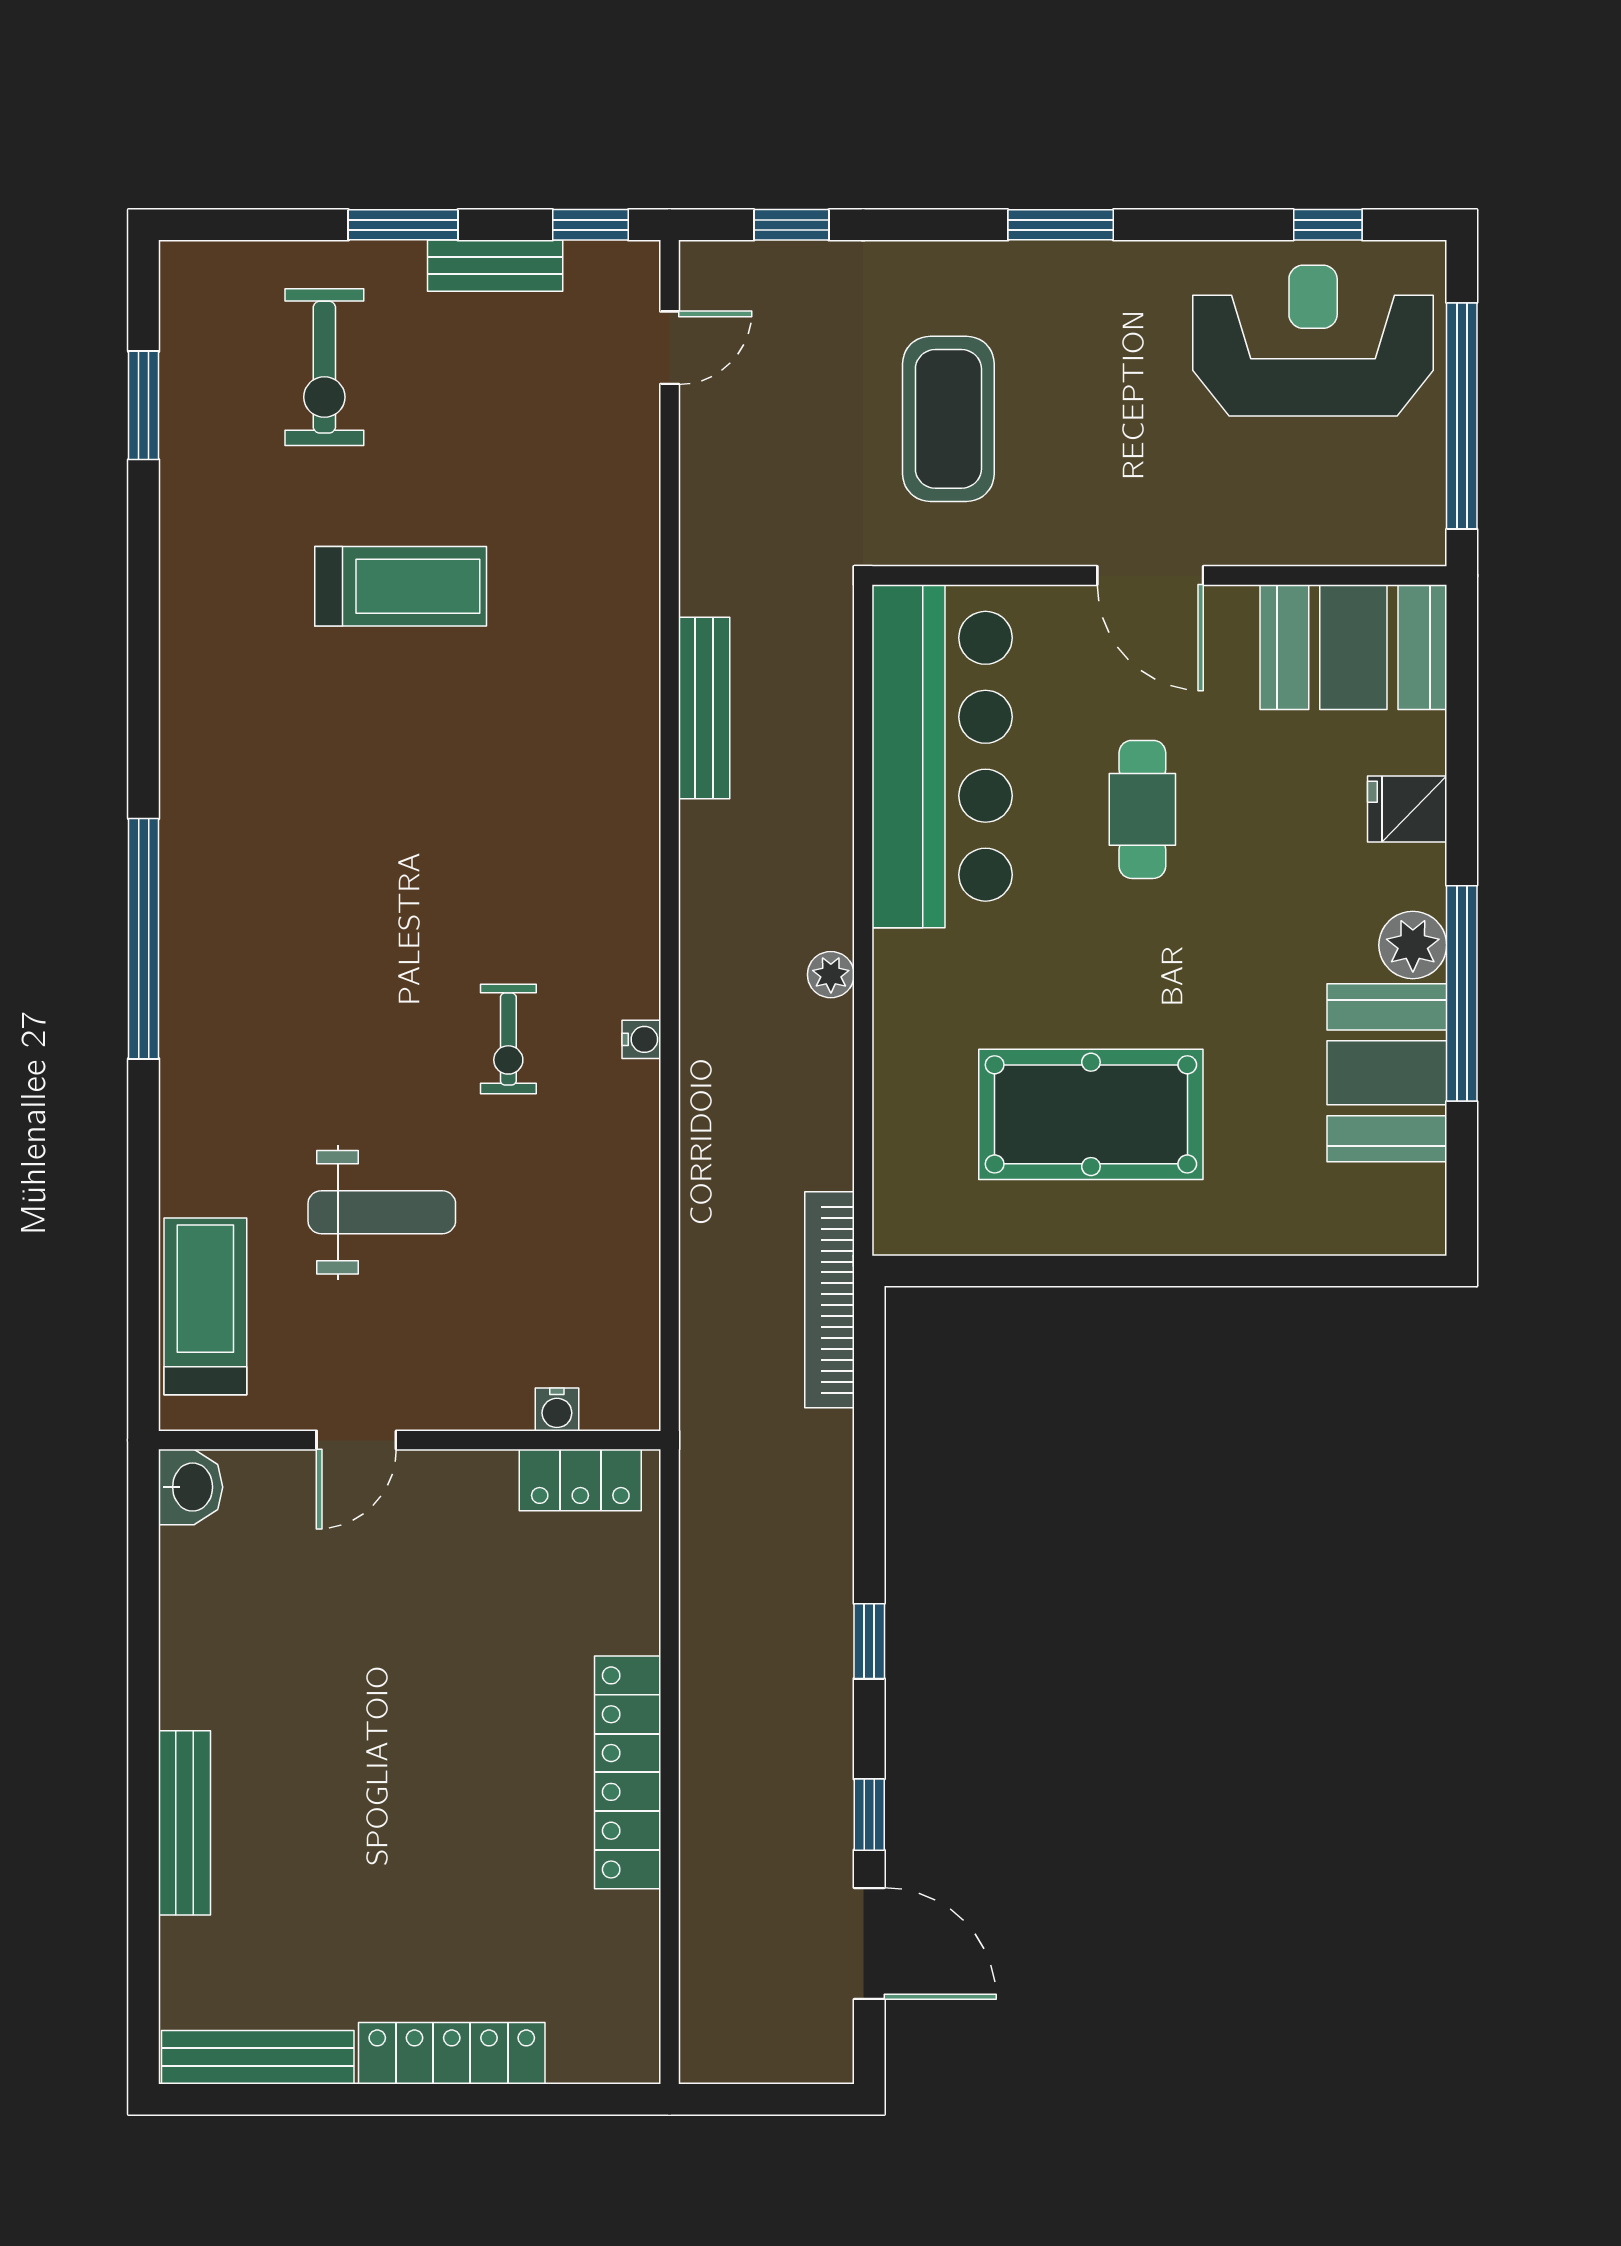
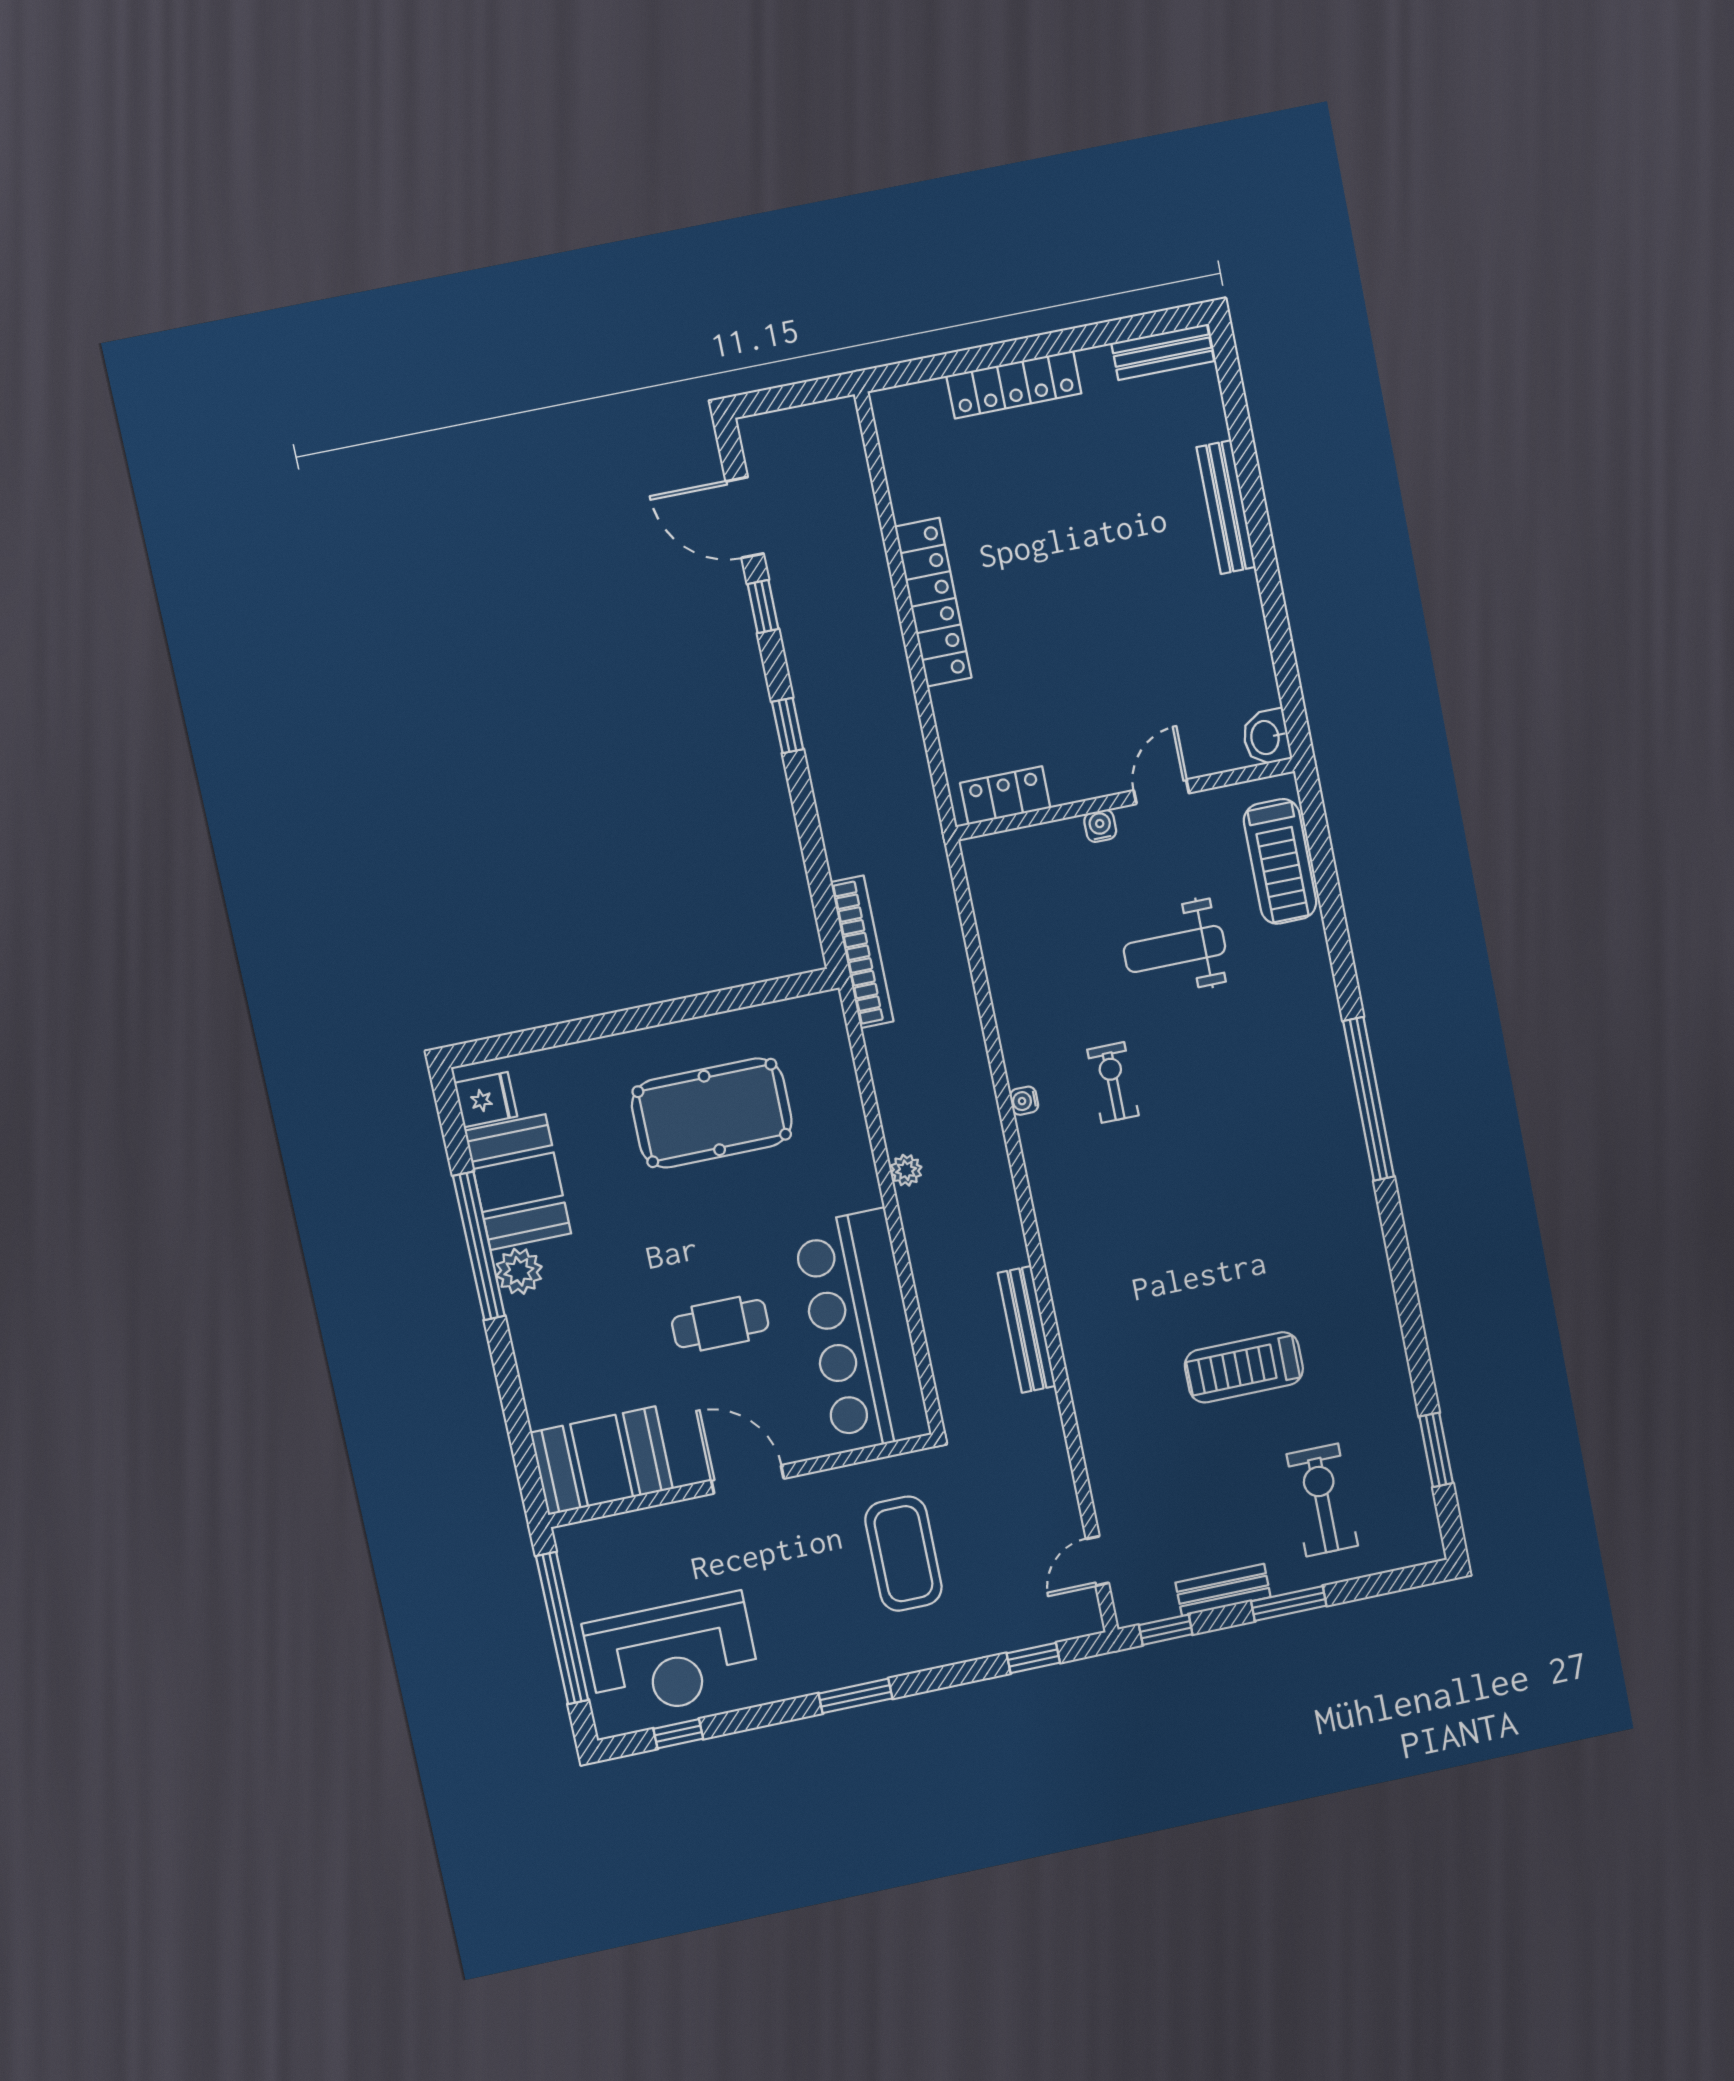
cafe table: (1142, 809) -> (720, 1324), turned 90
fridge: (1407, 809) -> (486, 1100), moved
water cooler: (557, 1409) -> (1100, 826), moved
bench: (258, 2057) -> (1163, 352), width x0.73

